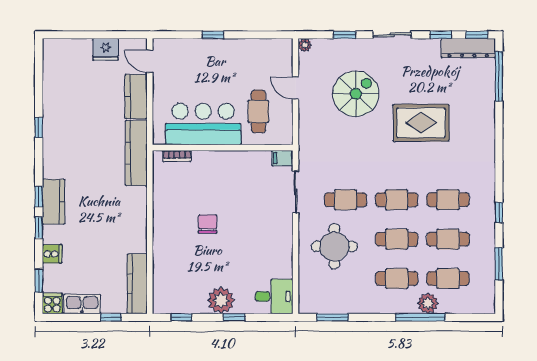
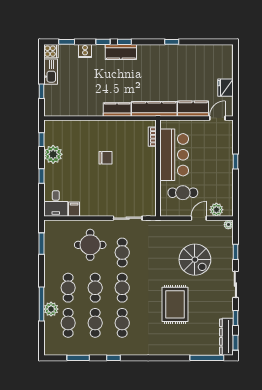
plant: (283, 63) -> (216, 210), added
filing cabinet: (282, 158) -> (74, 209), moved
kitchen counter: (137, 284) -> (117, 109), moved, width x0.67
plant: (221, 300) -> (53, 154), moved

